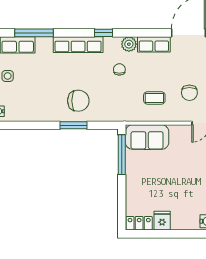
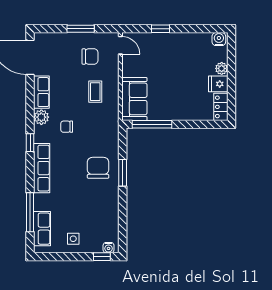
plant: (177, 224) -> (222, 68), added

